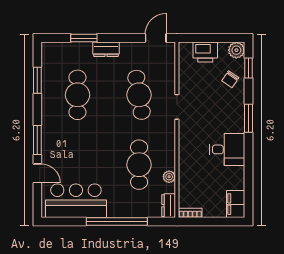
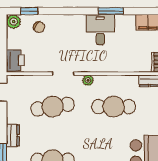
printer: (205, 52) -> (15, 60), moved
window: (248, 118) -> (111, 11), moved
plant: (169, 177) -> (88, 80), moved

